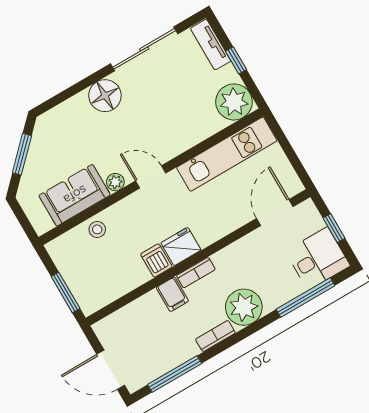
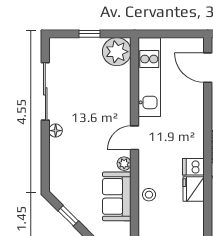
tv unit: (211, 45) -> (69, 45), removed
floor lamp: (105, 96) -> (56, 131), width x0.53, depth x0.53
window: (22, 154) -> (68, 216), width x0.67
fridge: (181, 246) -> (194, 189), moved

